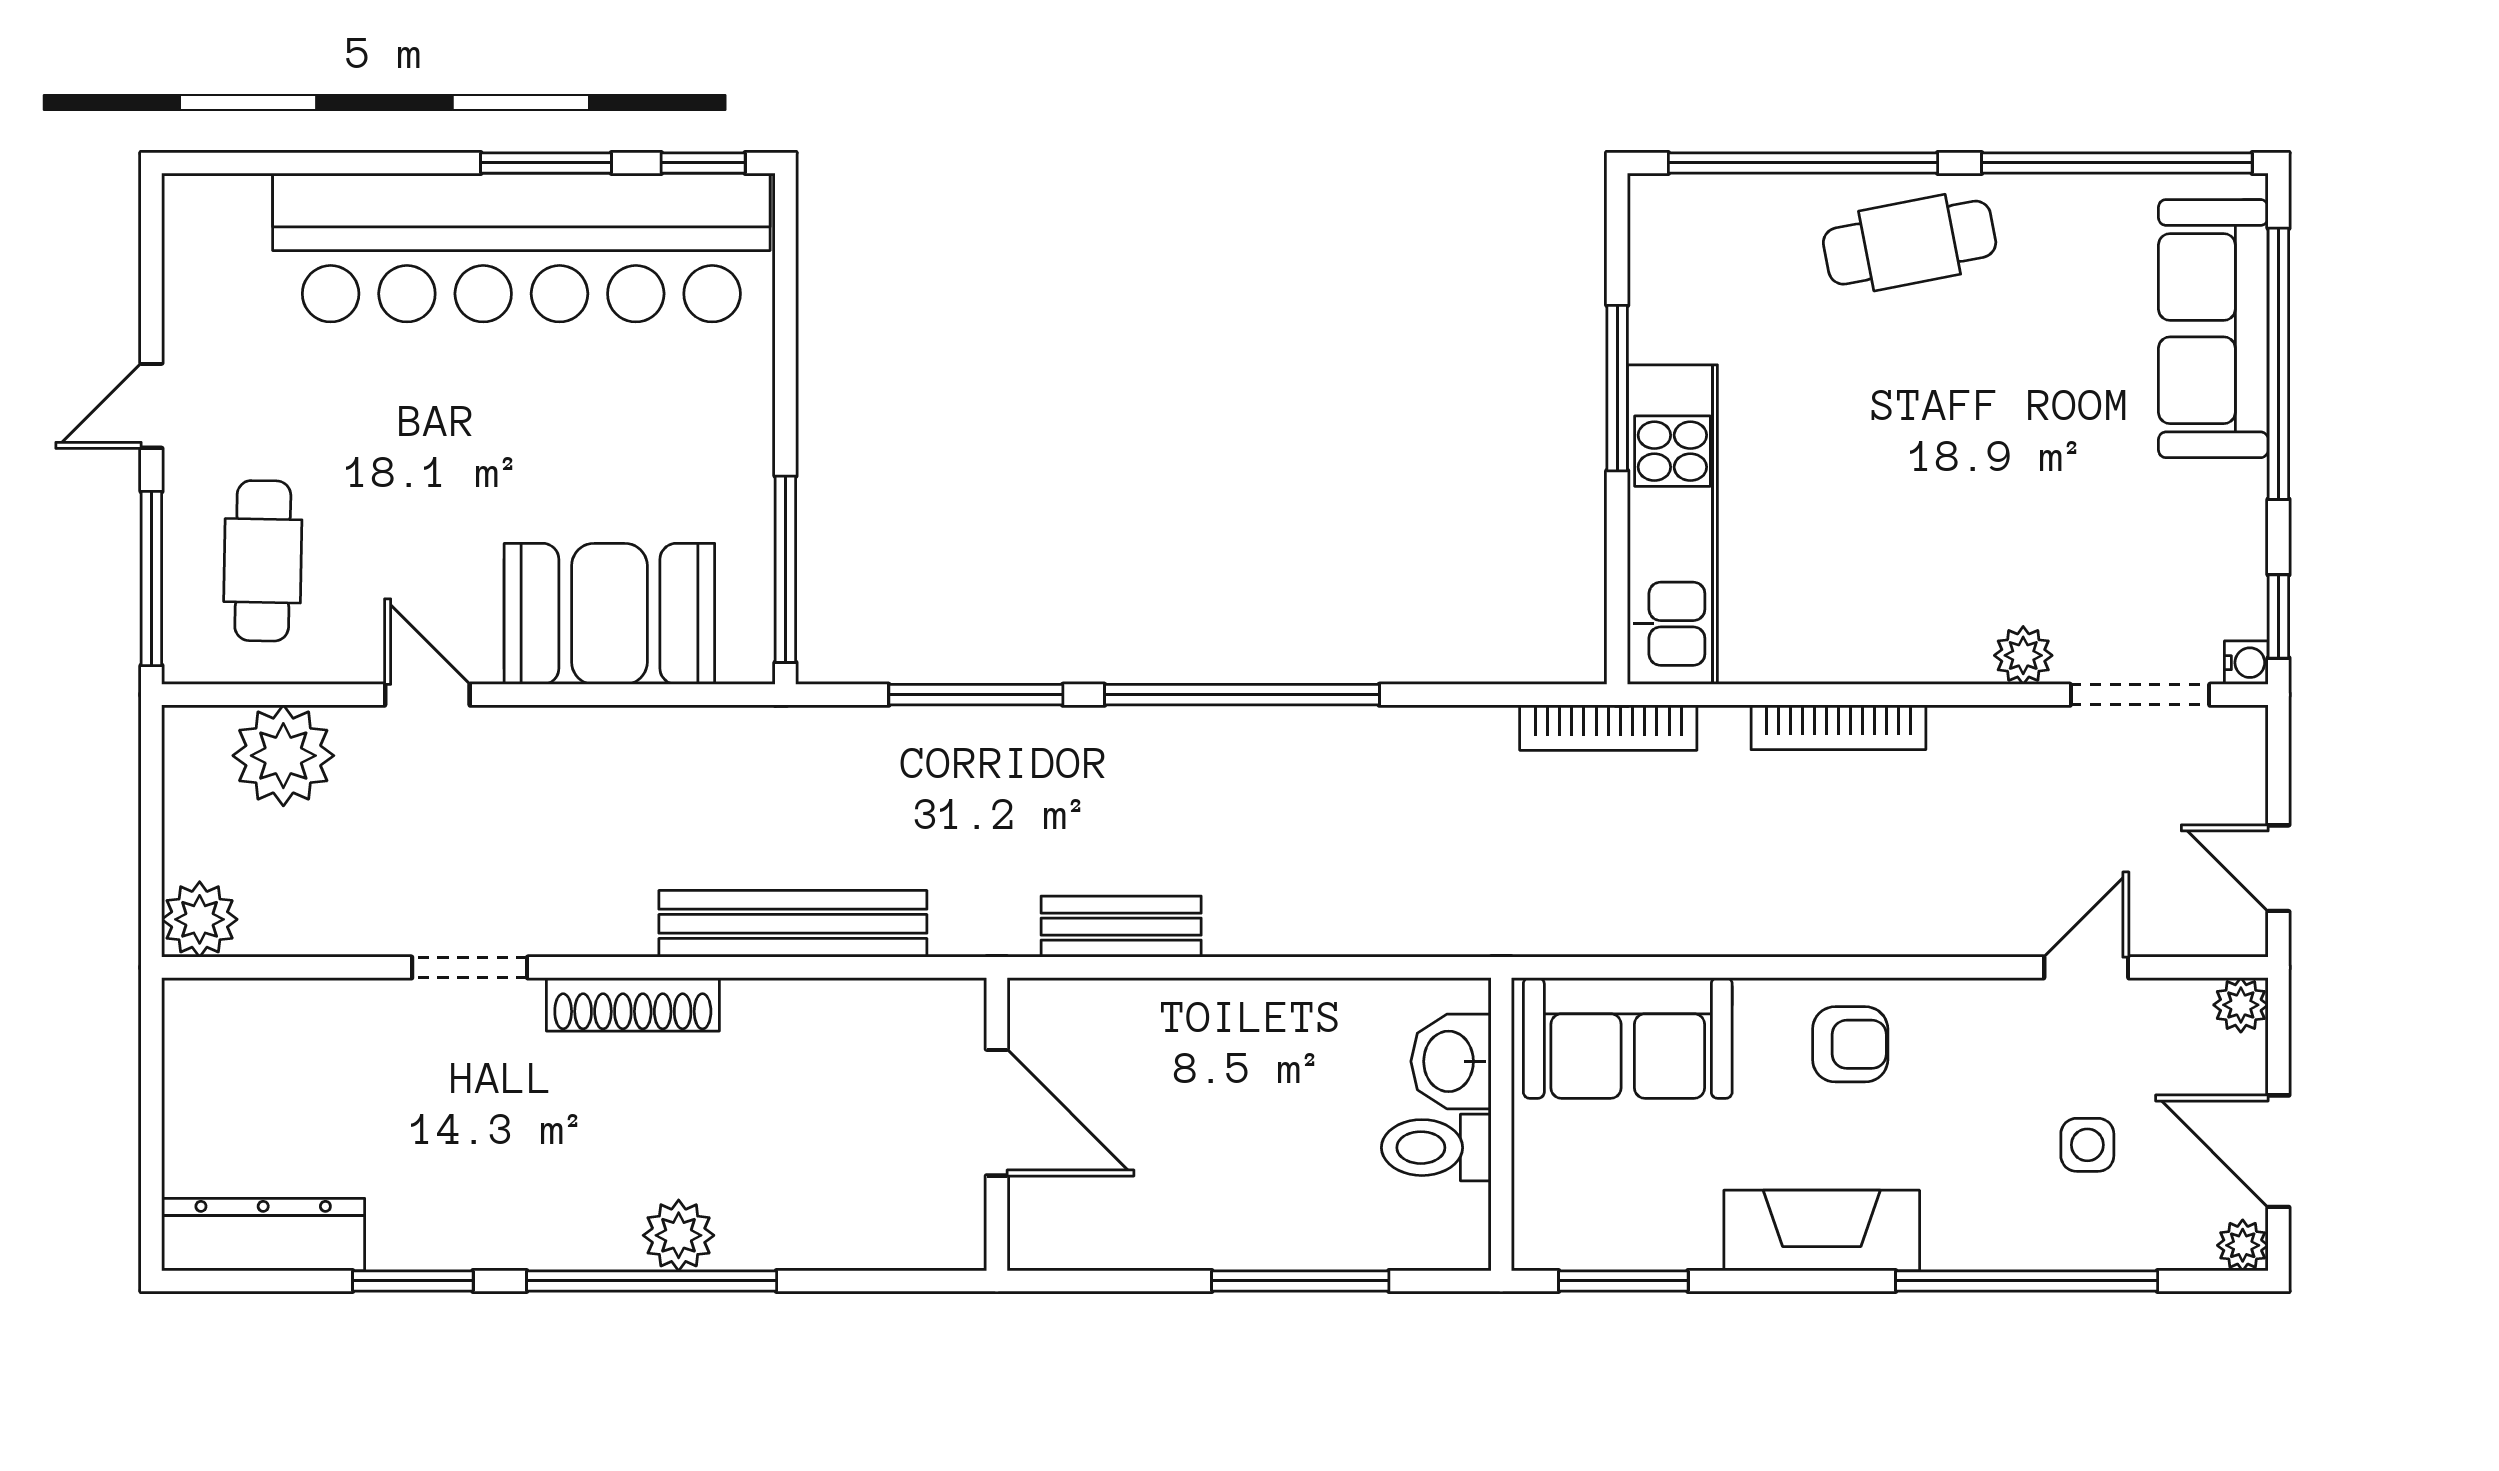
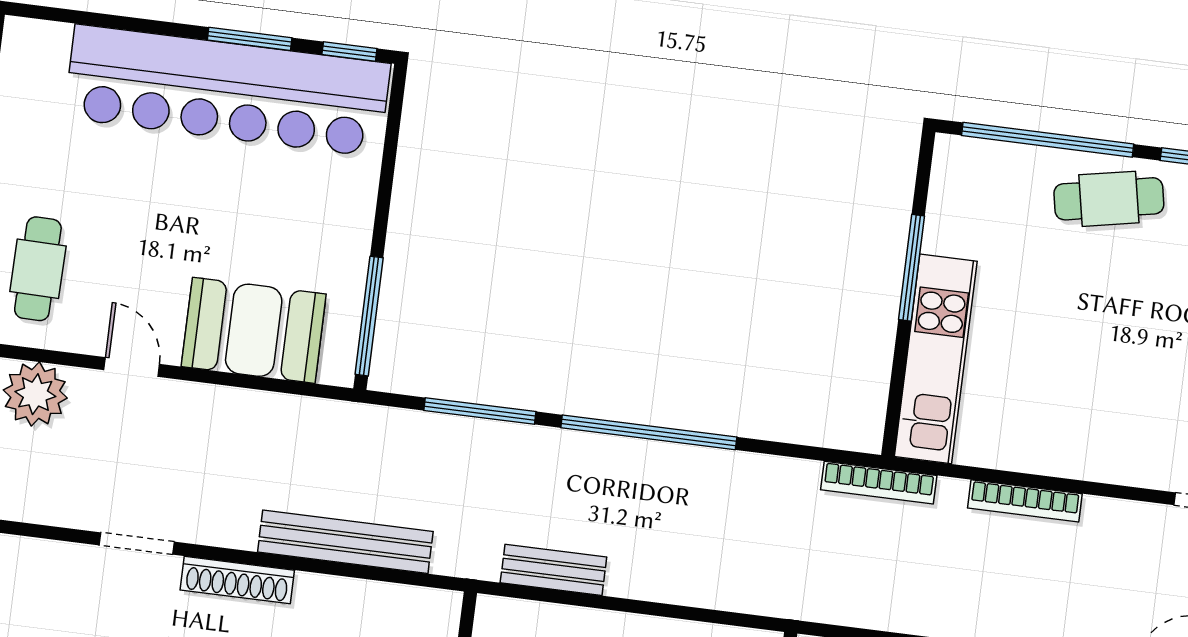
plant: (2023, 655) -> (1148, 470), removed

